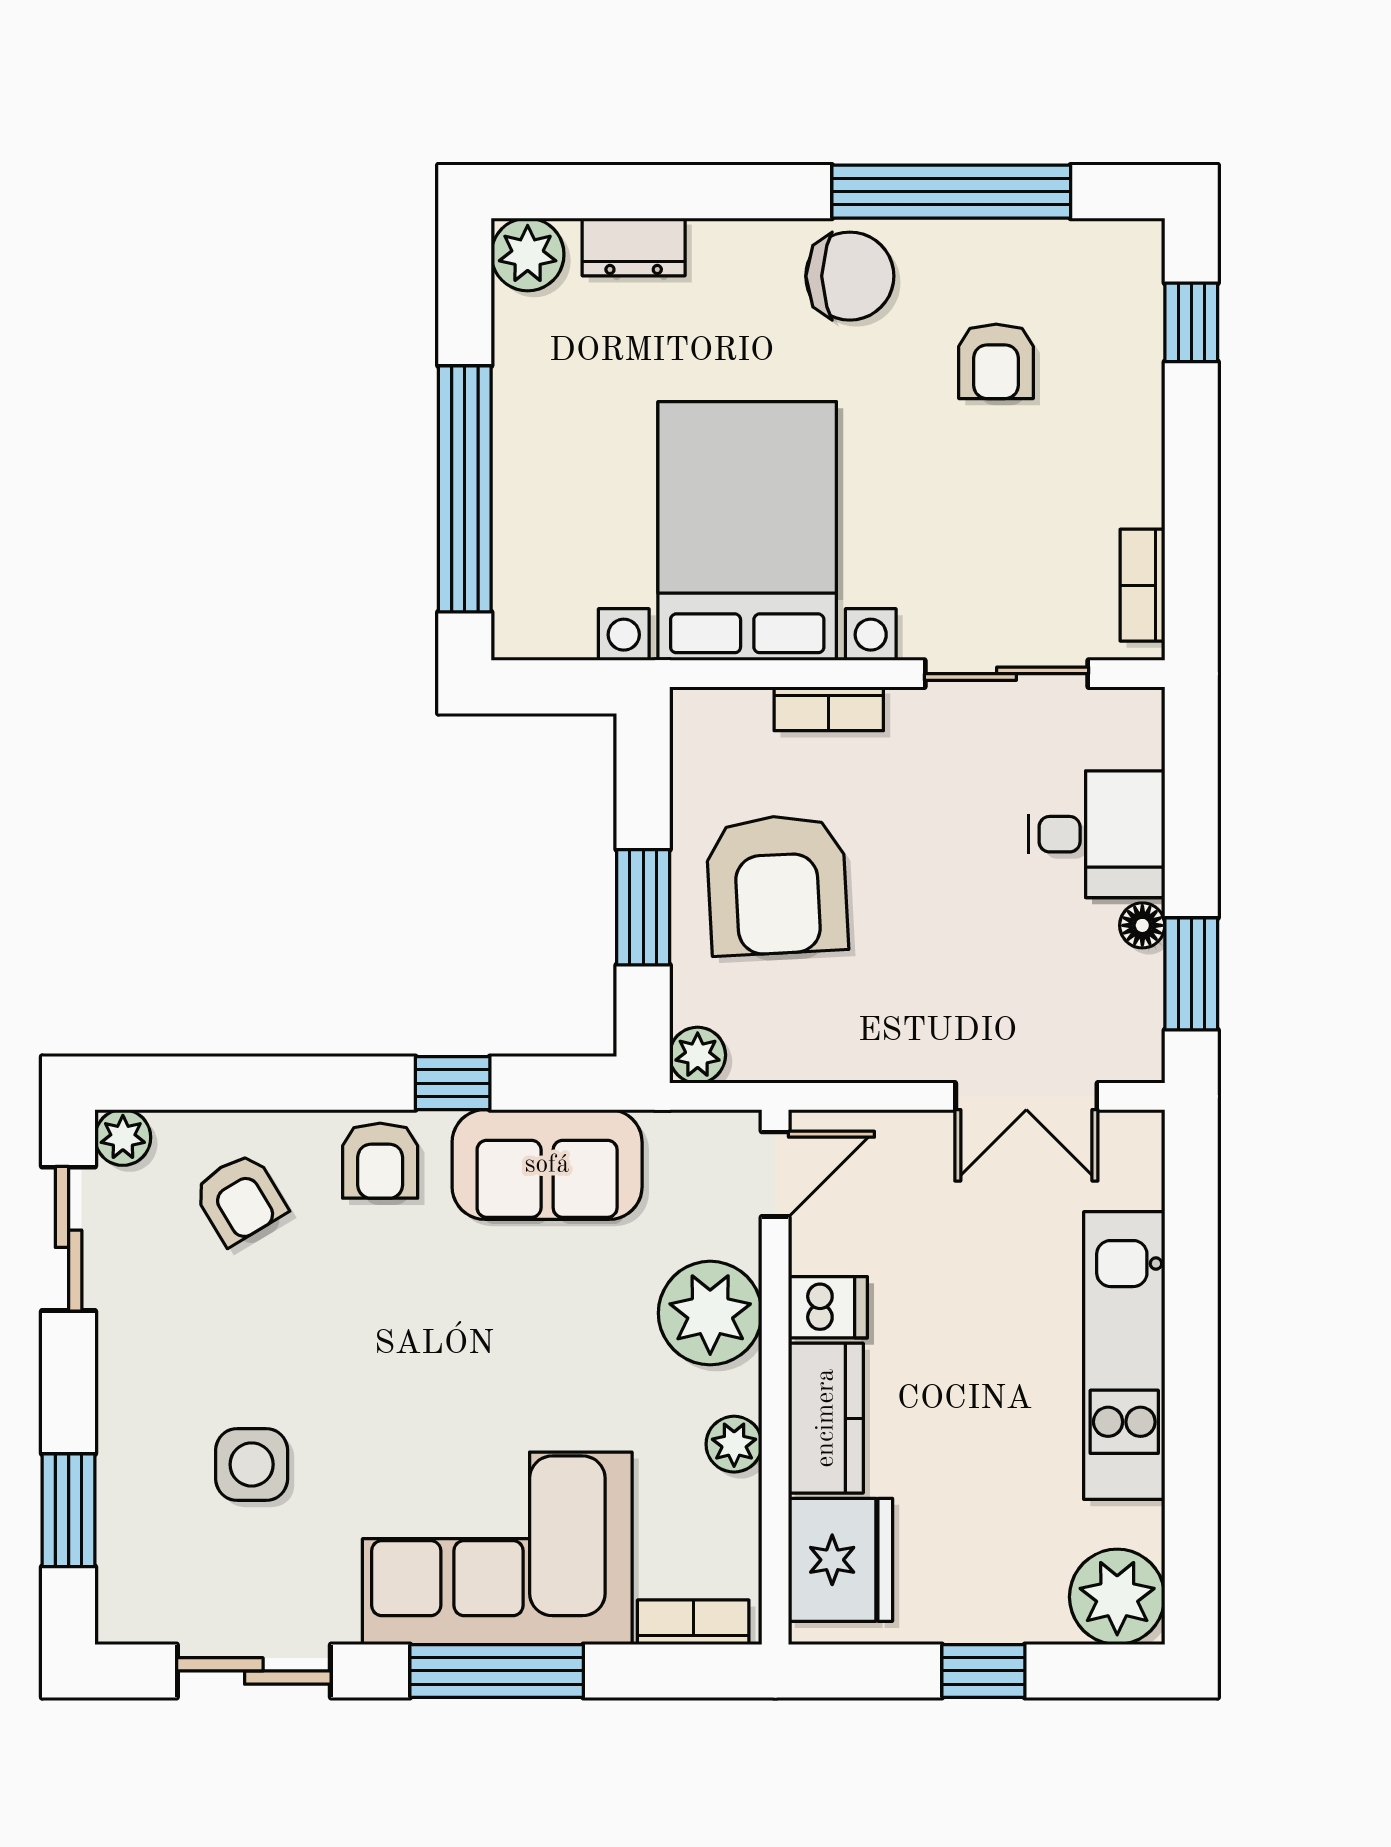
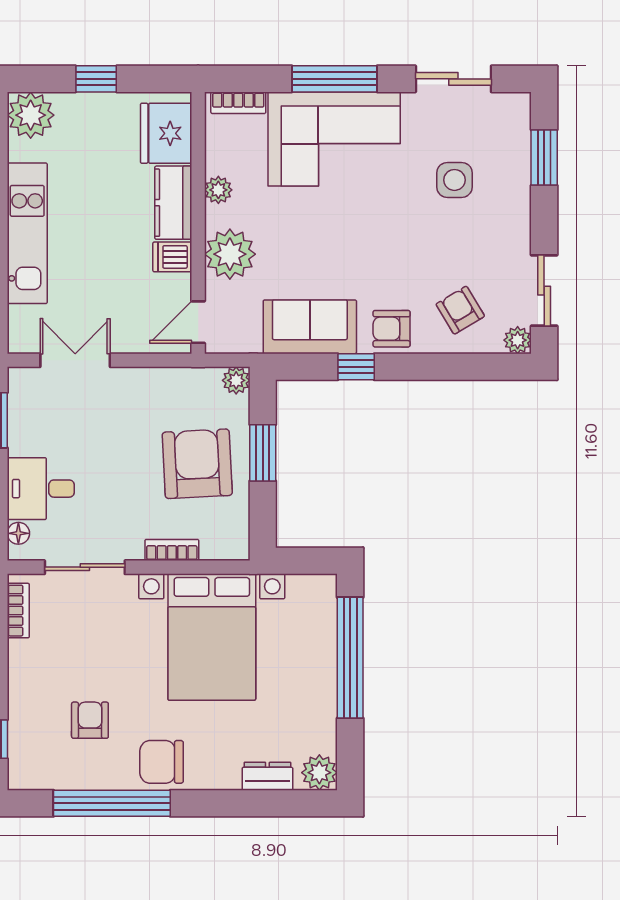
floor lamp: (1142, 925) -> (18, 533), moved
armchair: (380, 1161) -> (392, 329), turned -90

